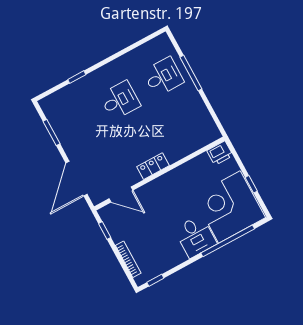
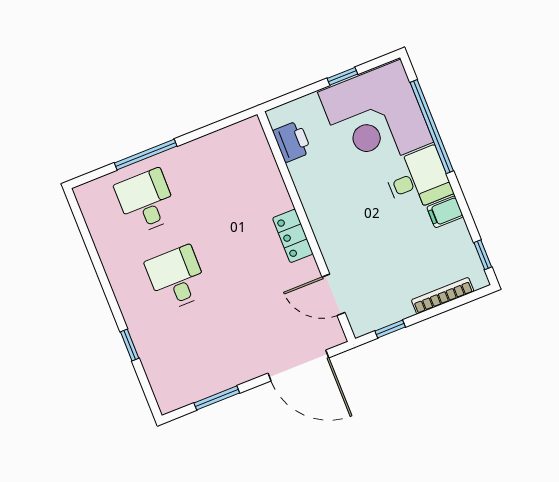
printer: (220, 153) -> (292, 142), moved
door: (121, 194) -> (333, 295), swing flipped
filing cabinet: (178, 255) -> (445, 212), added

